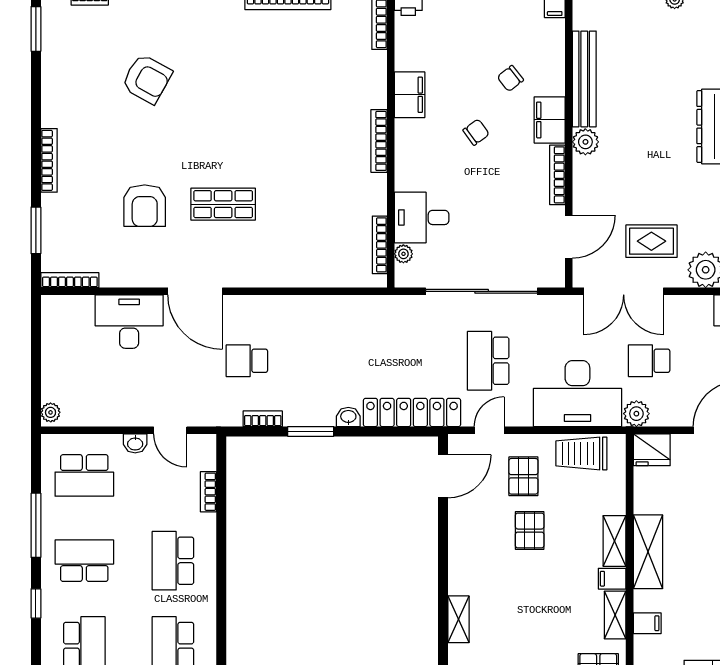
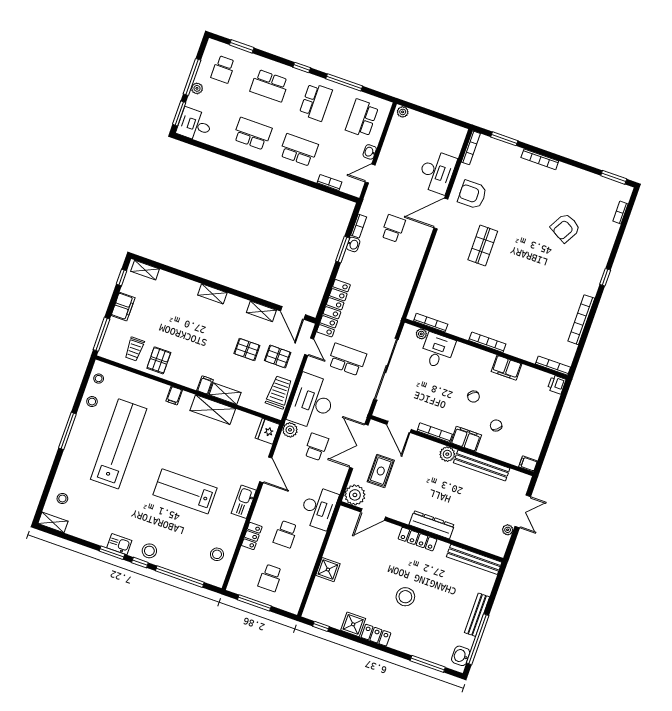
armchair: (145, 206) -> (472, 194), moved
washbasin: (348, 417) -> (353, 244), moved
shelving: (615, 615) -> (261, 311), moved

